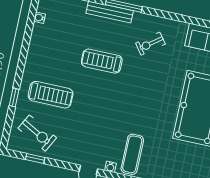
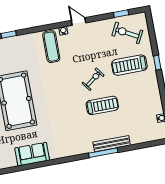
exercise bike: (150, 44) -> (93, 79), moved
window: (14, 97) -> (157, 63), moved

